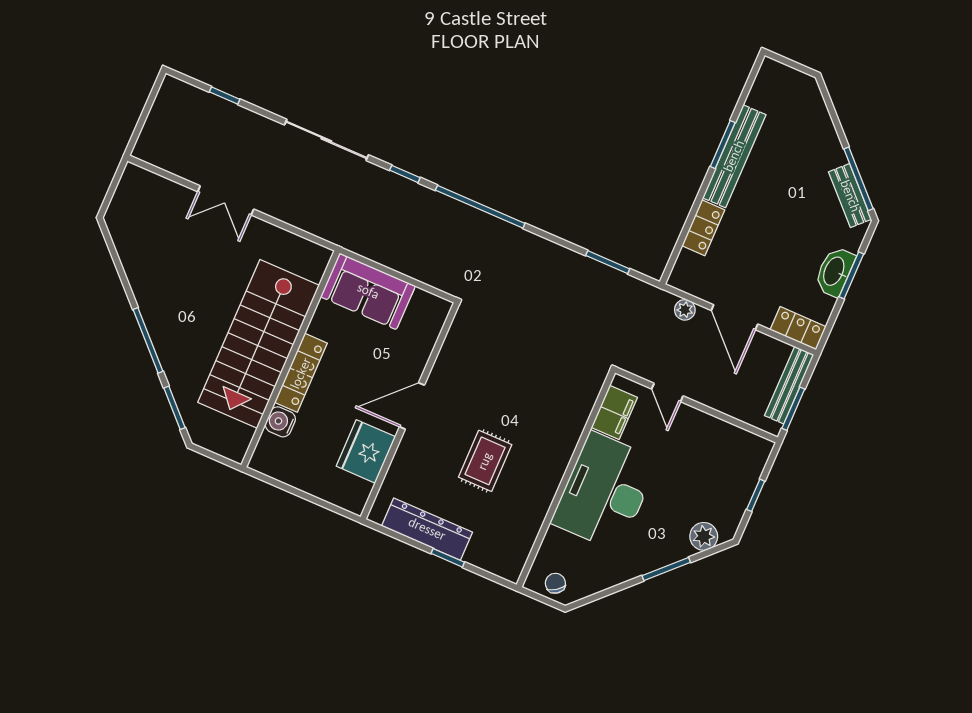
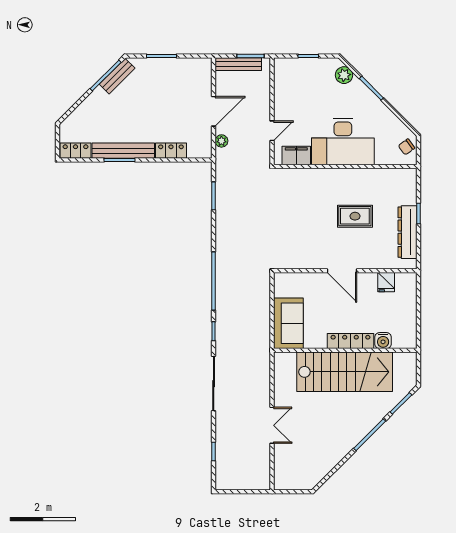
washbasin: (835, 272) -> (163, 66), removed
locker: (798, 328) -> (75, 151), moved, turned 90
fridge: (366, 451) -> (386, 282), width x0.53, depth x0.75

